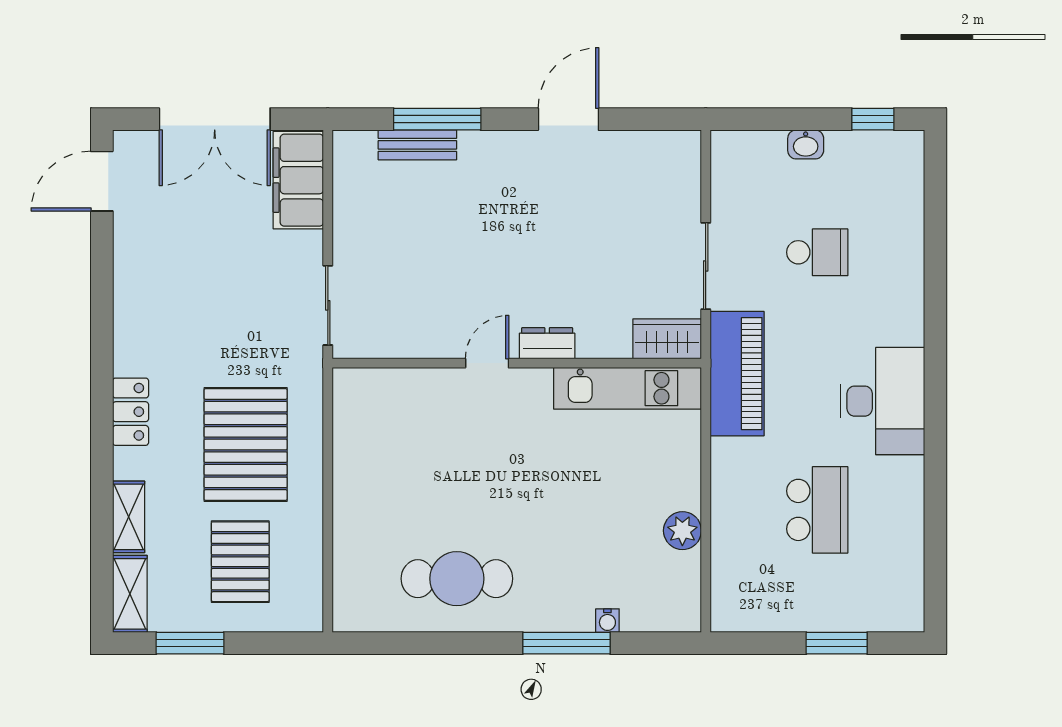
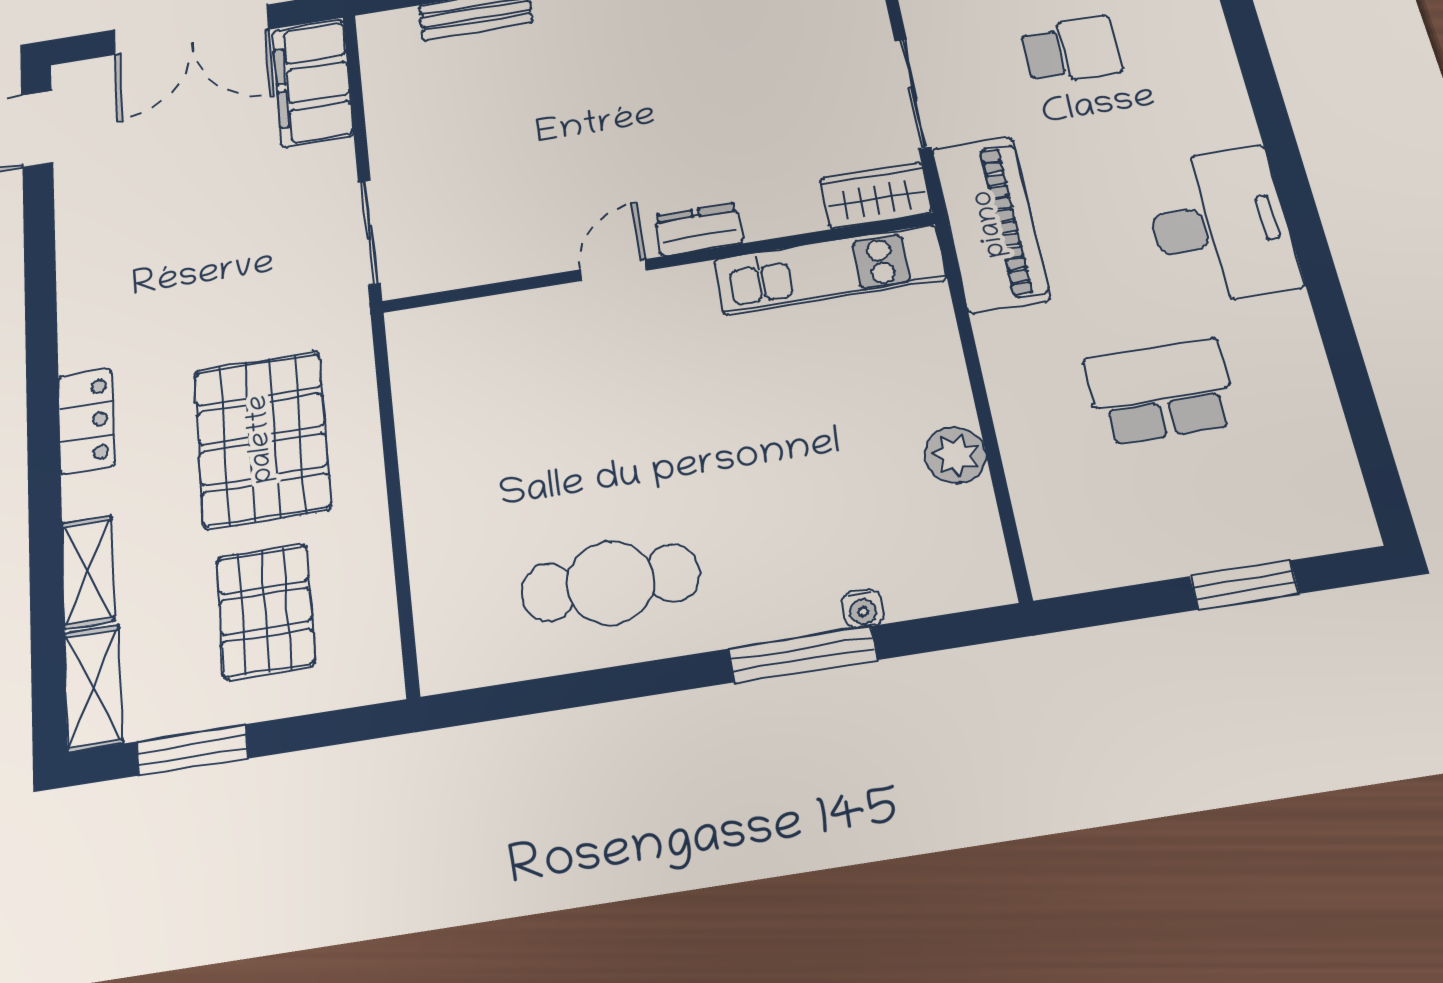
school desk: (817, 510) -> (1160, 391), turned -90

